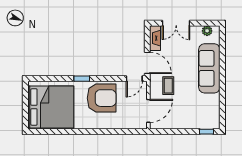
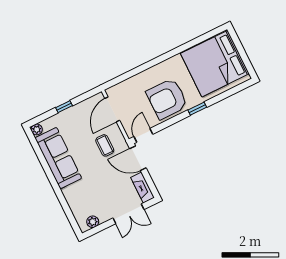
double door: (176, 23) -> (128, 214), swing flipped
sofa: (209, 68) -> (58, 158), moved
plant: (215, 124) -> (37, 129), added
window: (207, 132) -> (64, 107), moved

